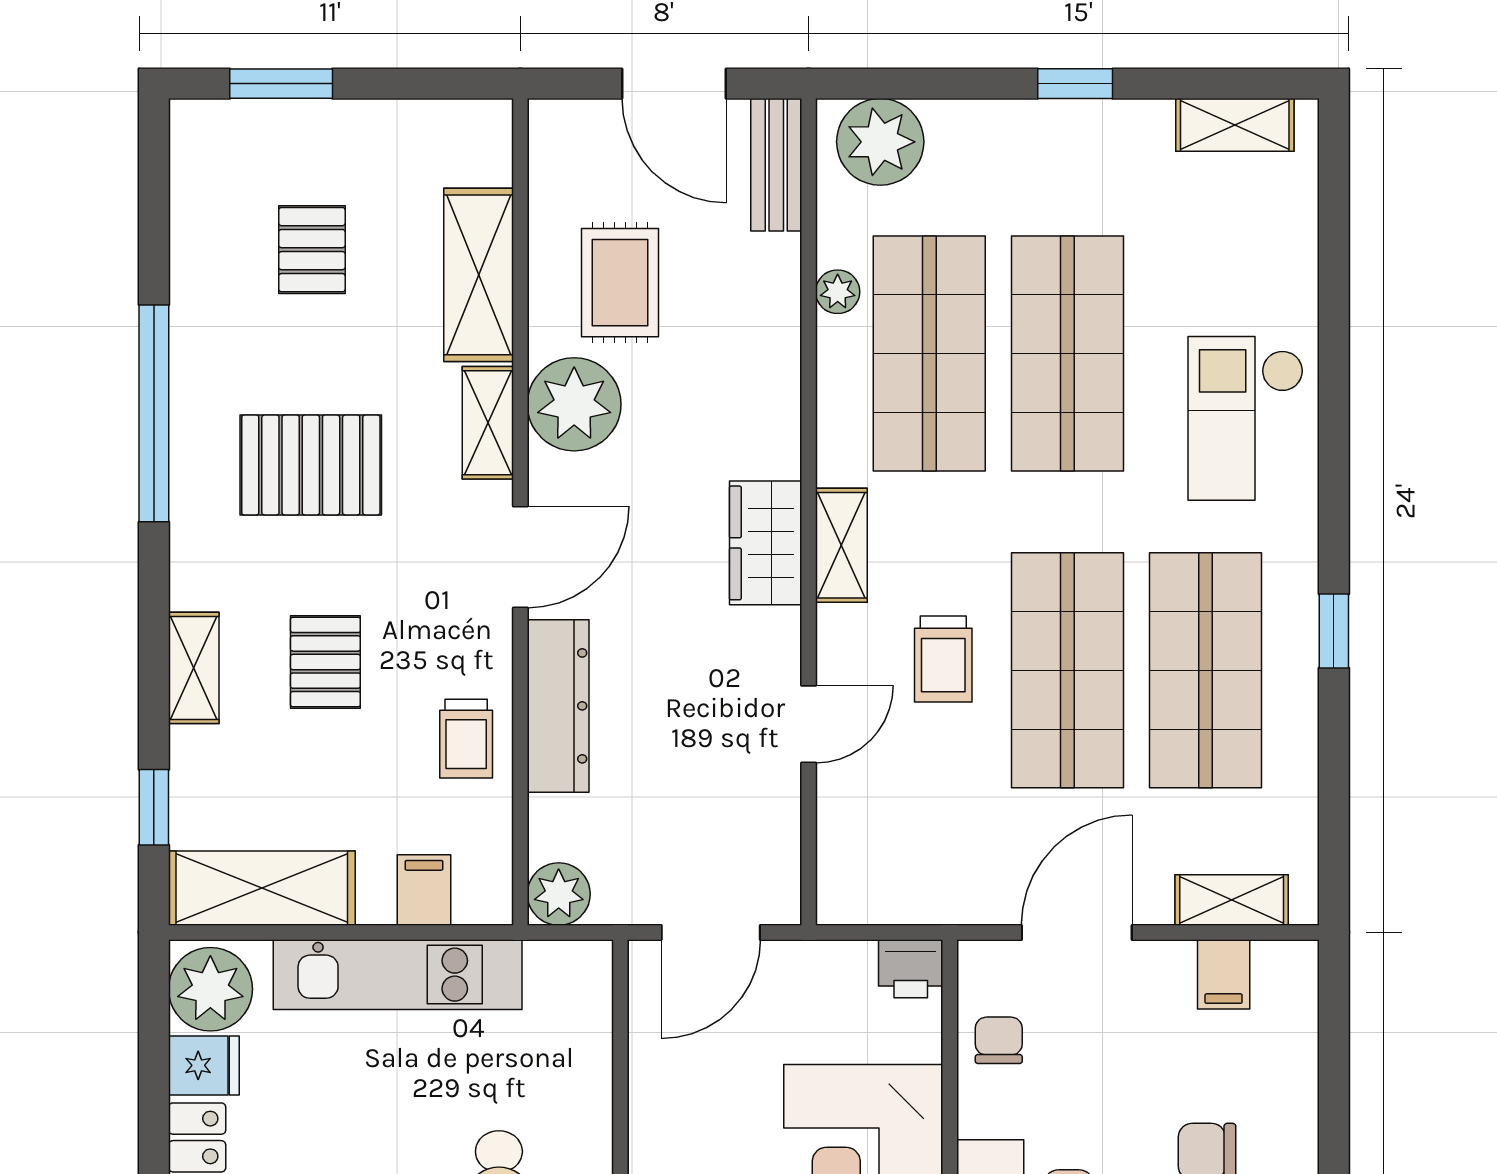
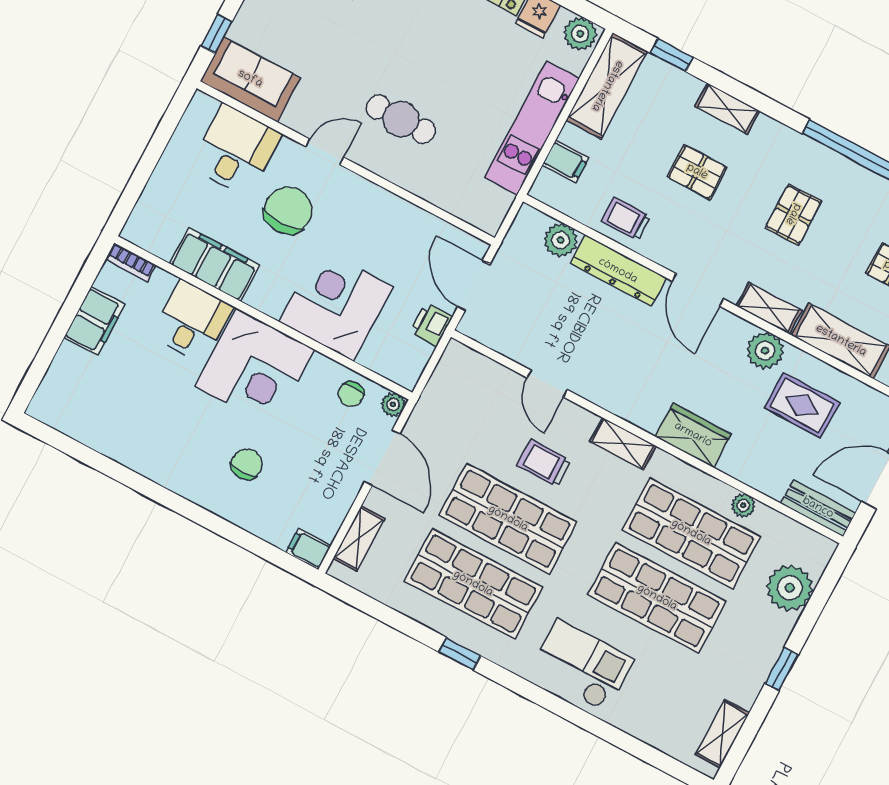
plant: (880, 142) -> (790, 588), moved
plant: (574, 404) -> (765, 351), width x0.73, depth x0.73
pallet: (311, 465) -> (793, 214), width x0.67, depth x0.71
wardrobe: (766, 543) -> (693, 435), moved
plant: (559, 894) -> (561, 240), moved
plant: (979, 962) -> (393, 404), added
printer: (911, 969) -> (431, 325), moved
filing cabinet: (1224, 974) -> (309, 549), moved
plant: (210, 989) -> (580, 34), width x0.73, depth x0.73
chair: (999, 1040) -> (351, 394), turned 90

